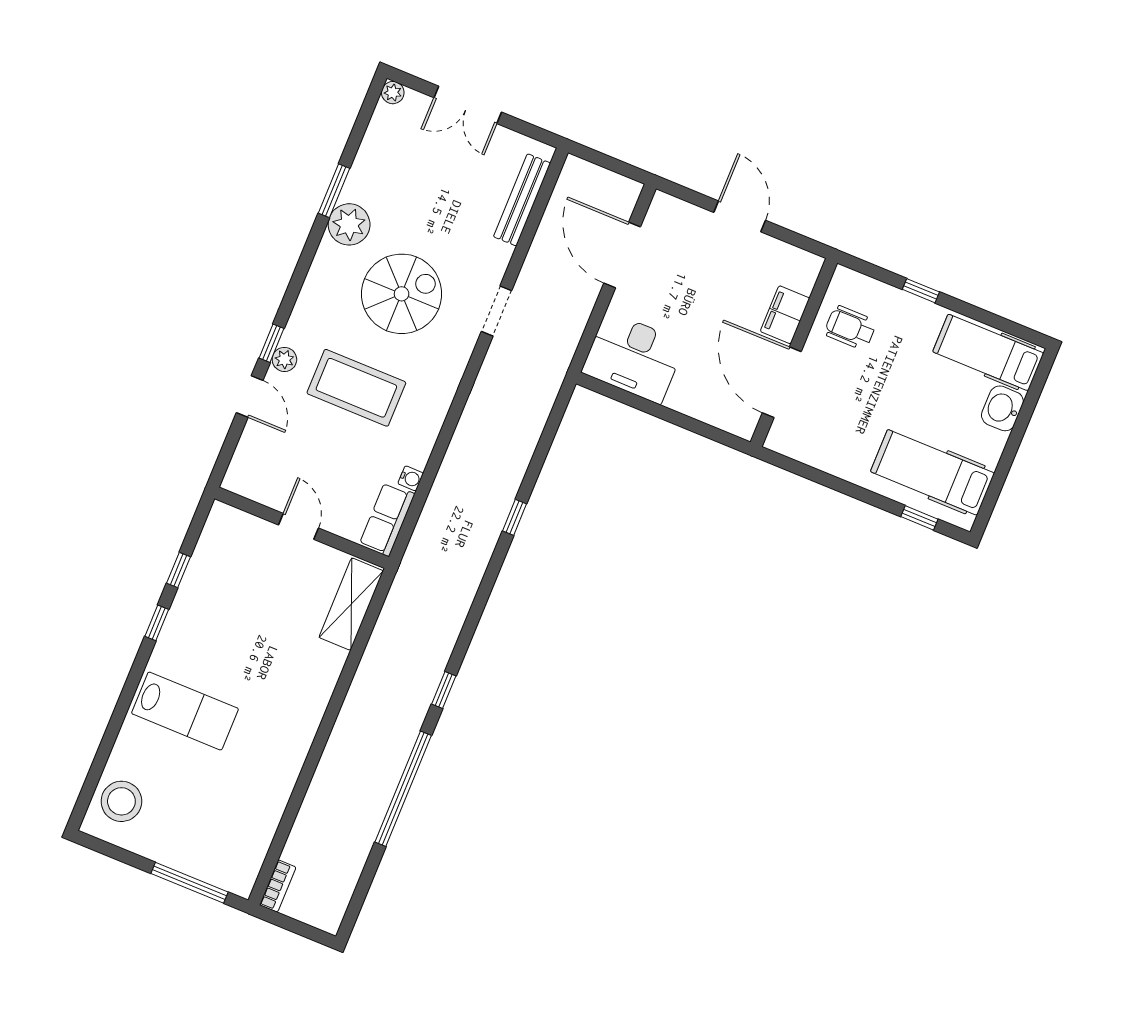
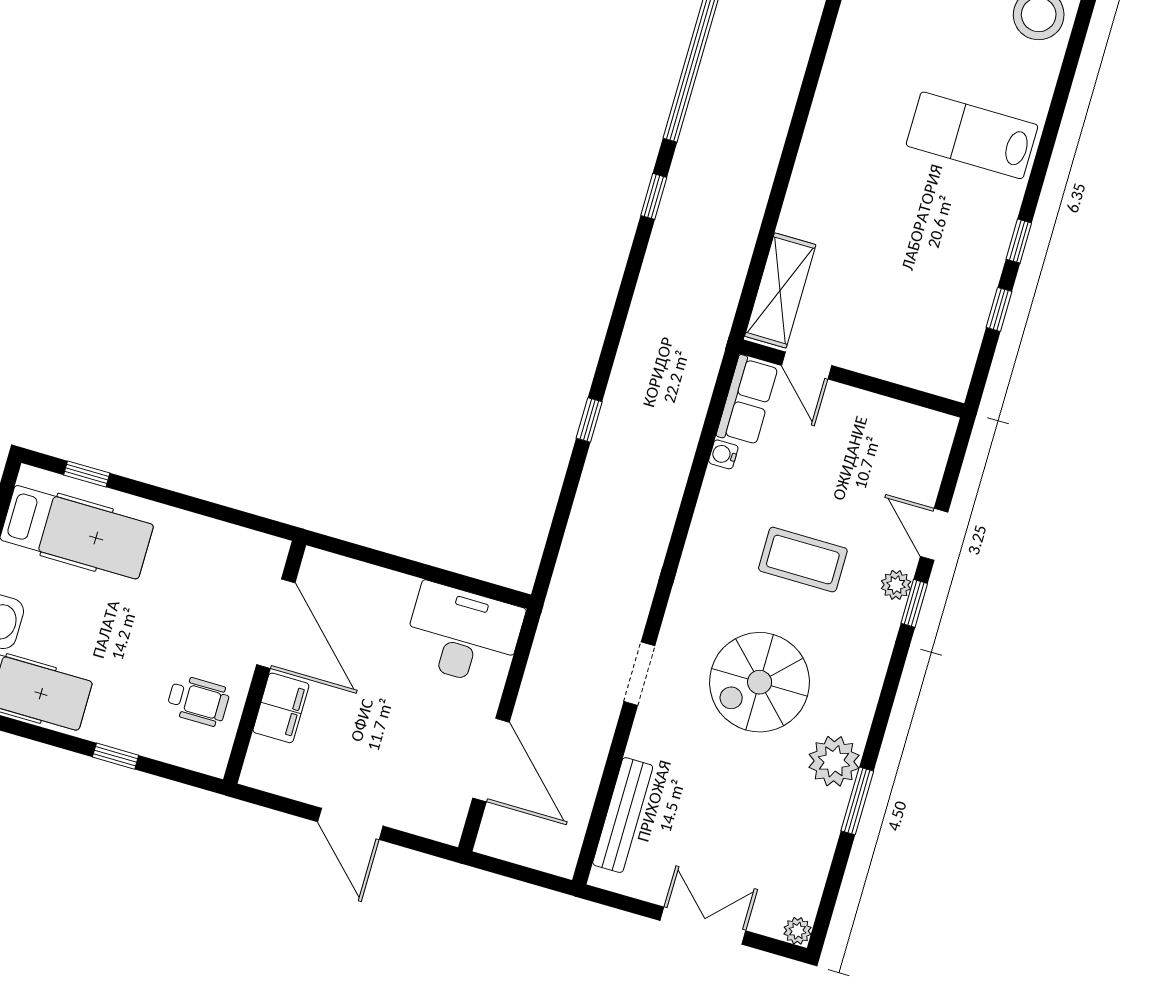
coffee table: (356, 388) -> (803, 560), width x0.73, depth x0.76
door: (299, 526) -> (807, 365), moved

